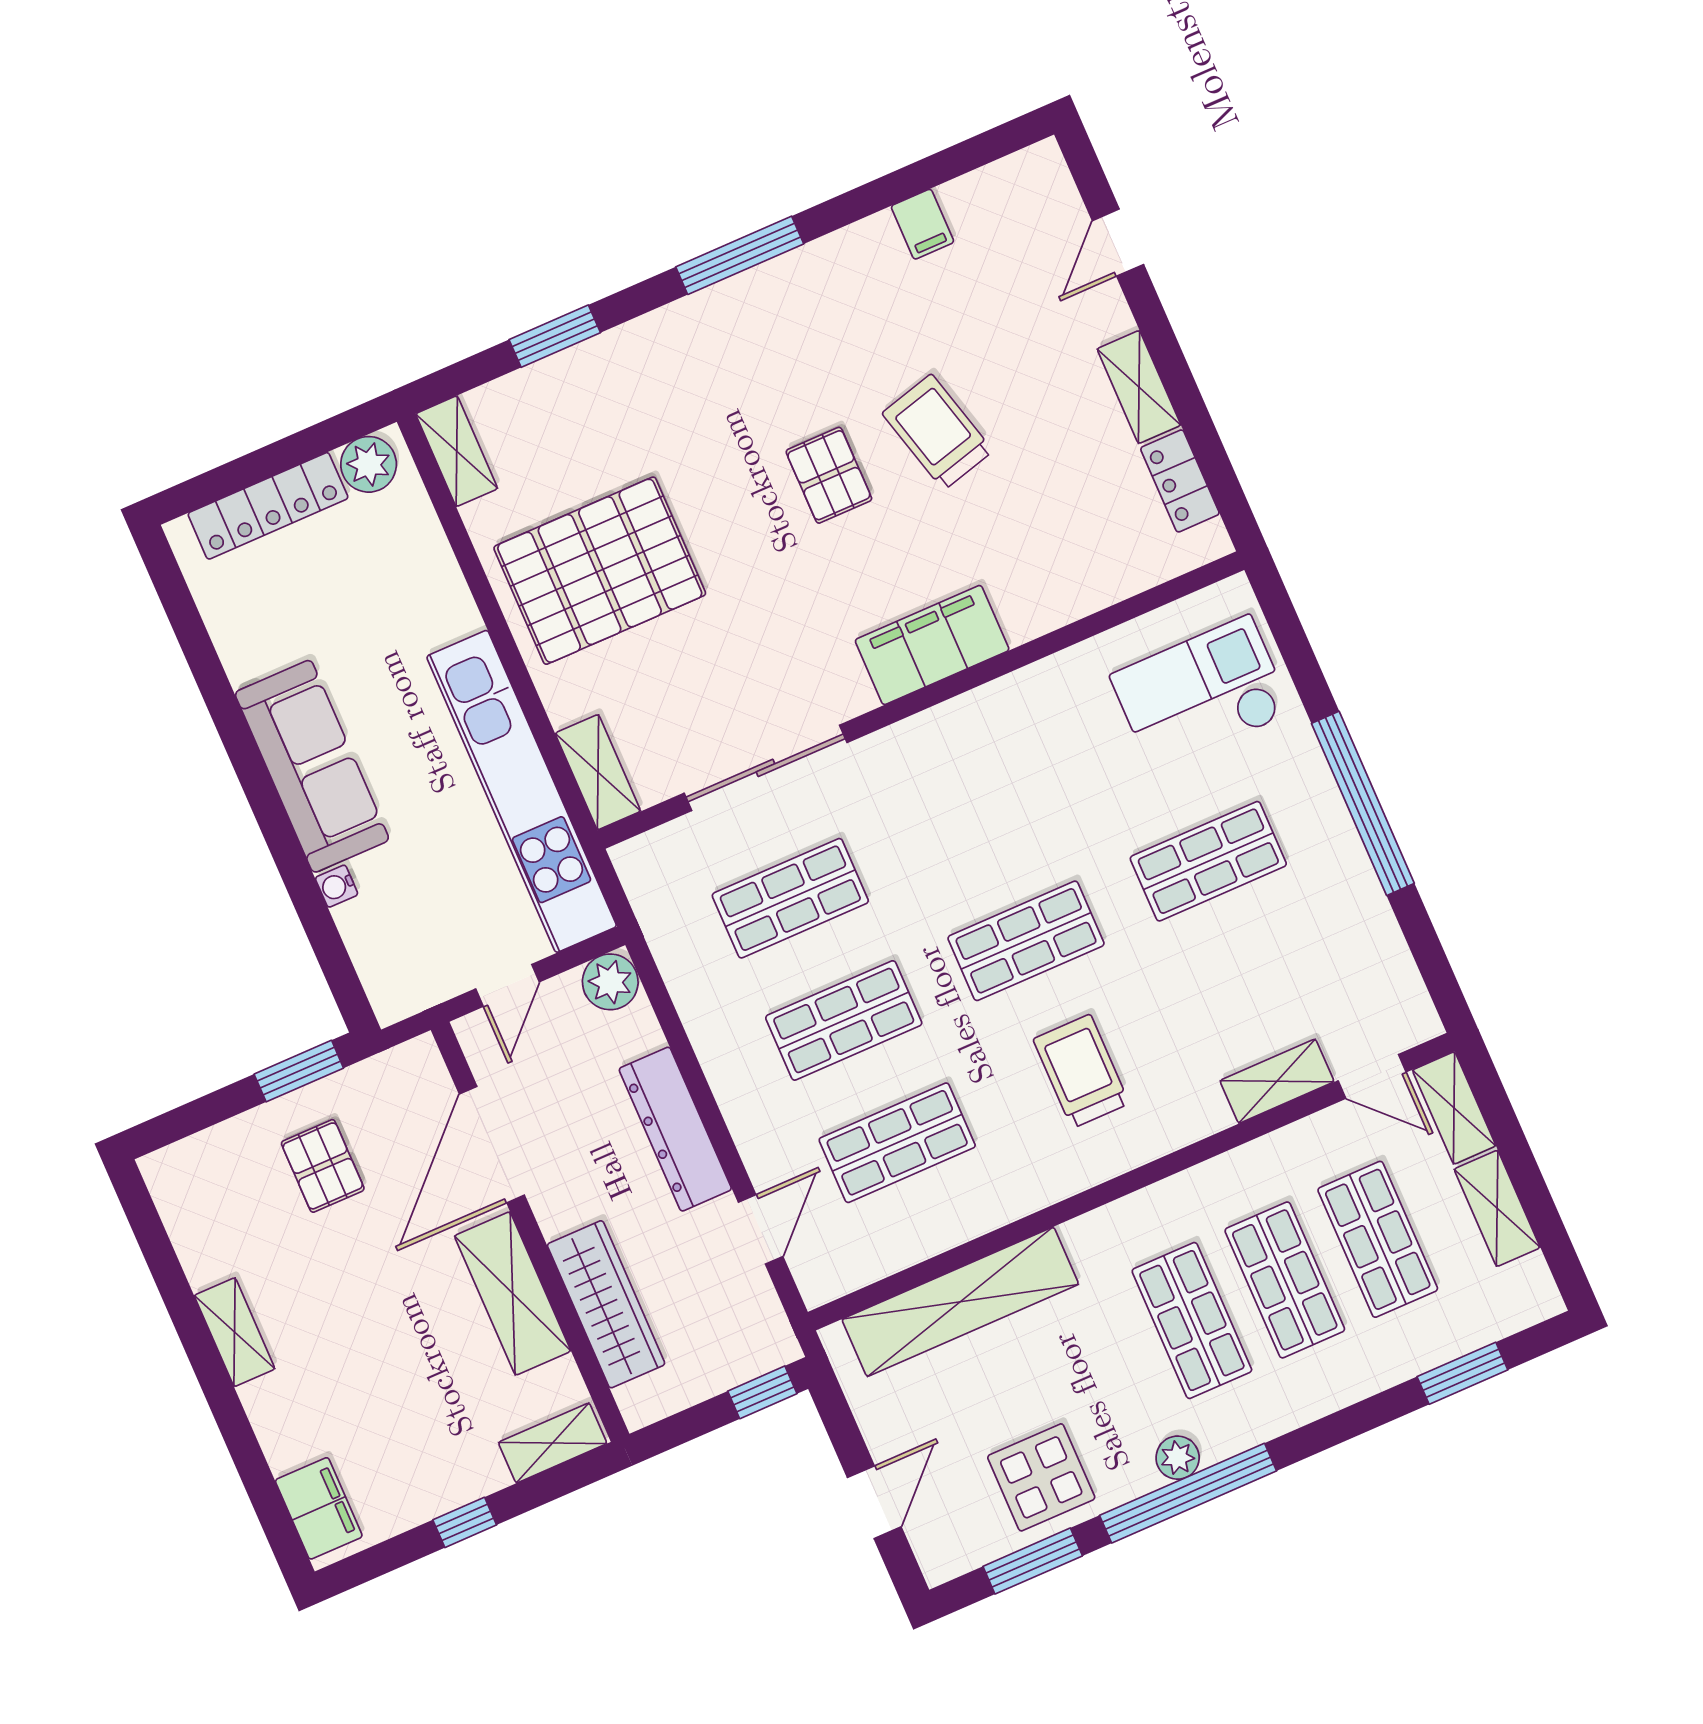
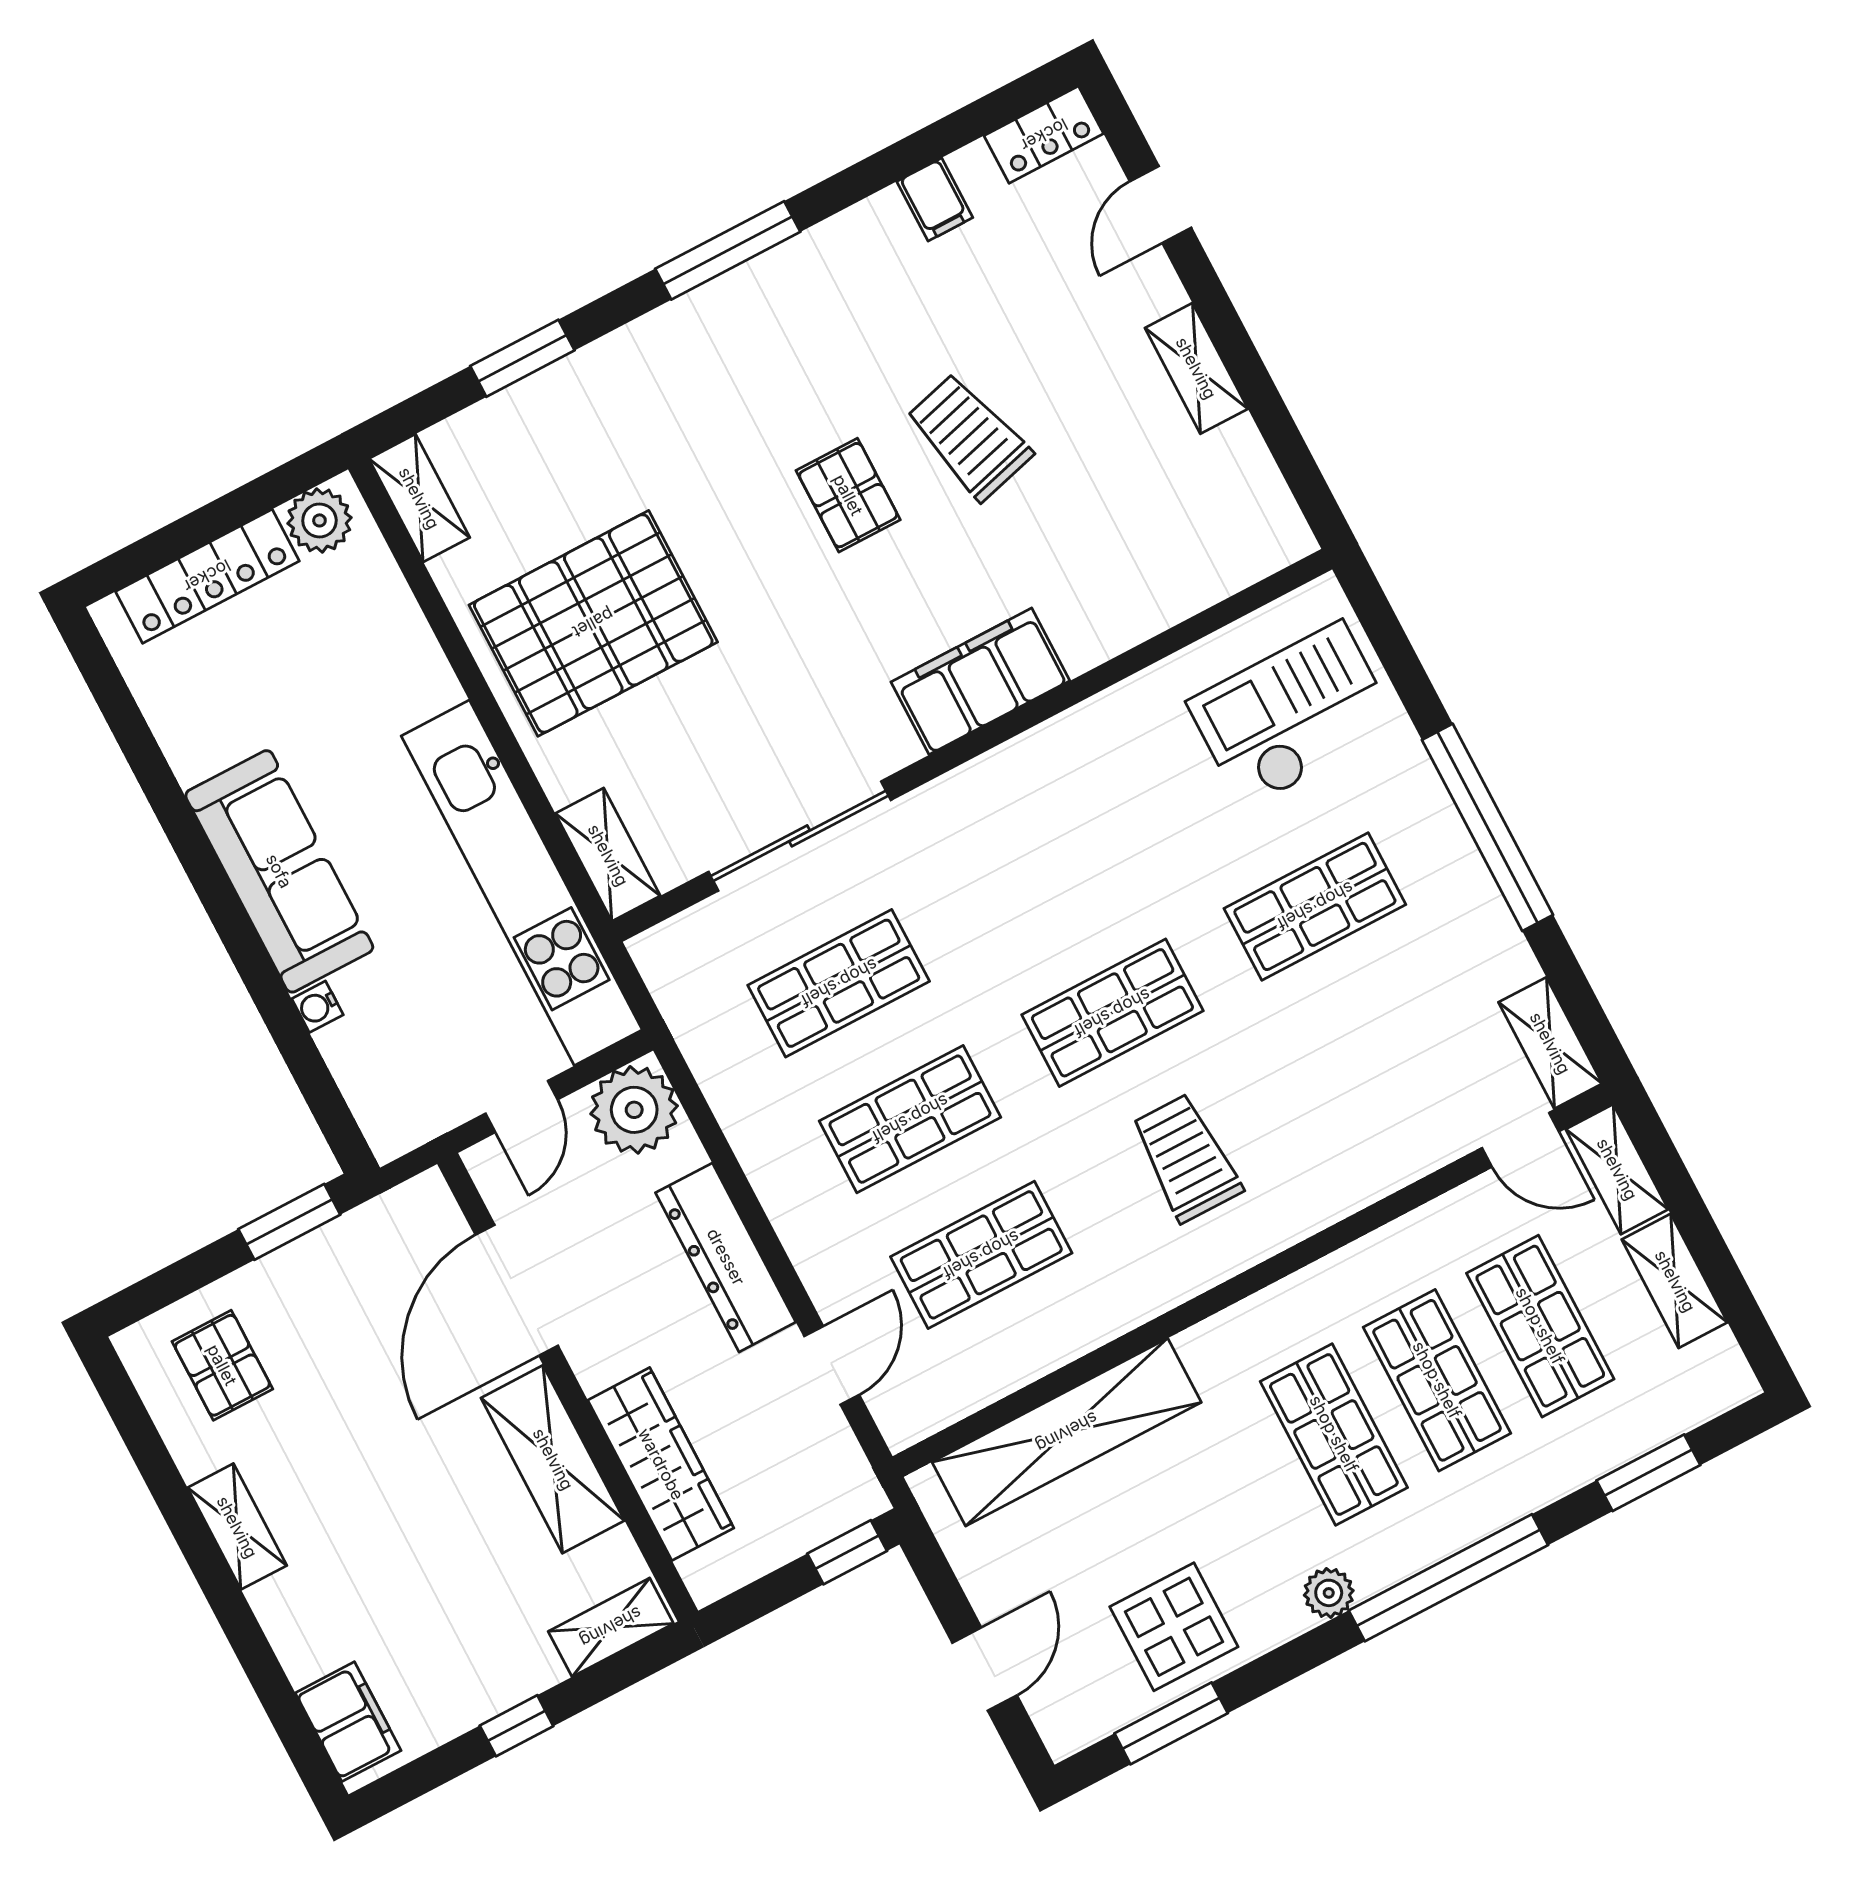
locker: (1180, 481) -> (1044, 135), moved, turned -90
plant: (610, 982) -> (634, 1110), width x1.36, depth x1.36
shelving: (1277, 1081) -> (1550, 1043), moved, turned 90
pallet: (323, 1166) -> (222, 1365), moved
window: (1188, 1493) -> (1448, 1578), moved

